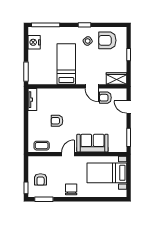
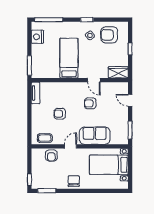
armchair: (105, 98) -> (90, 103), moved
armchair: (41, 179) -> (51, 155), moved

